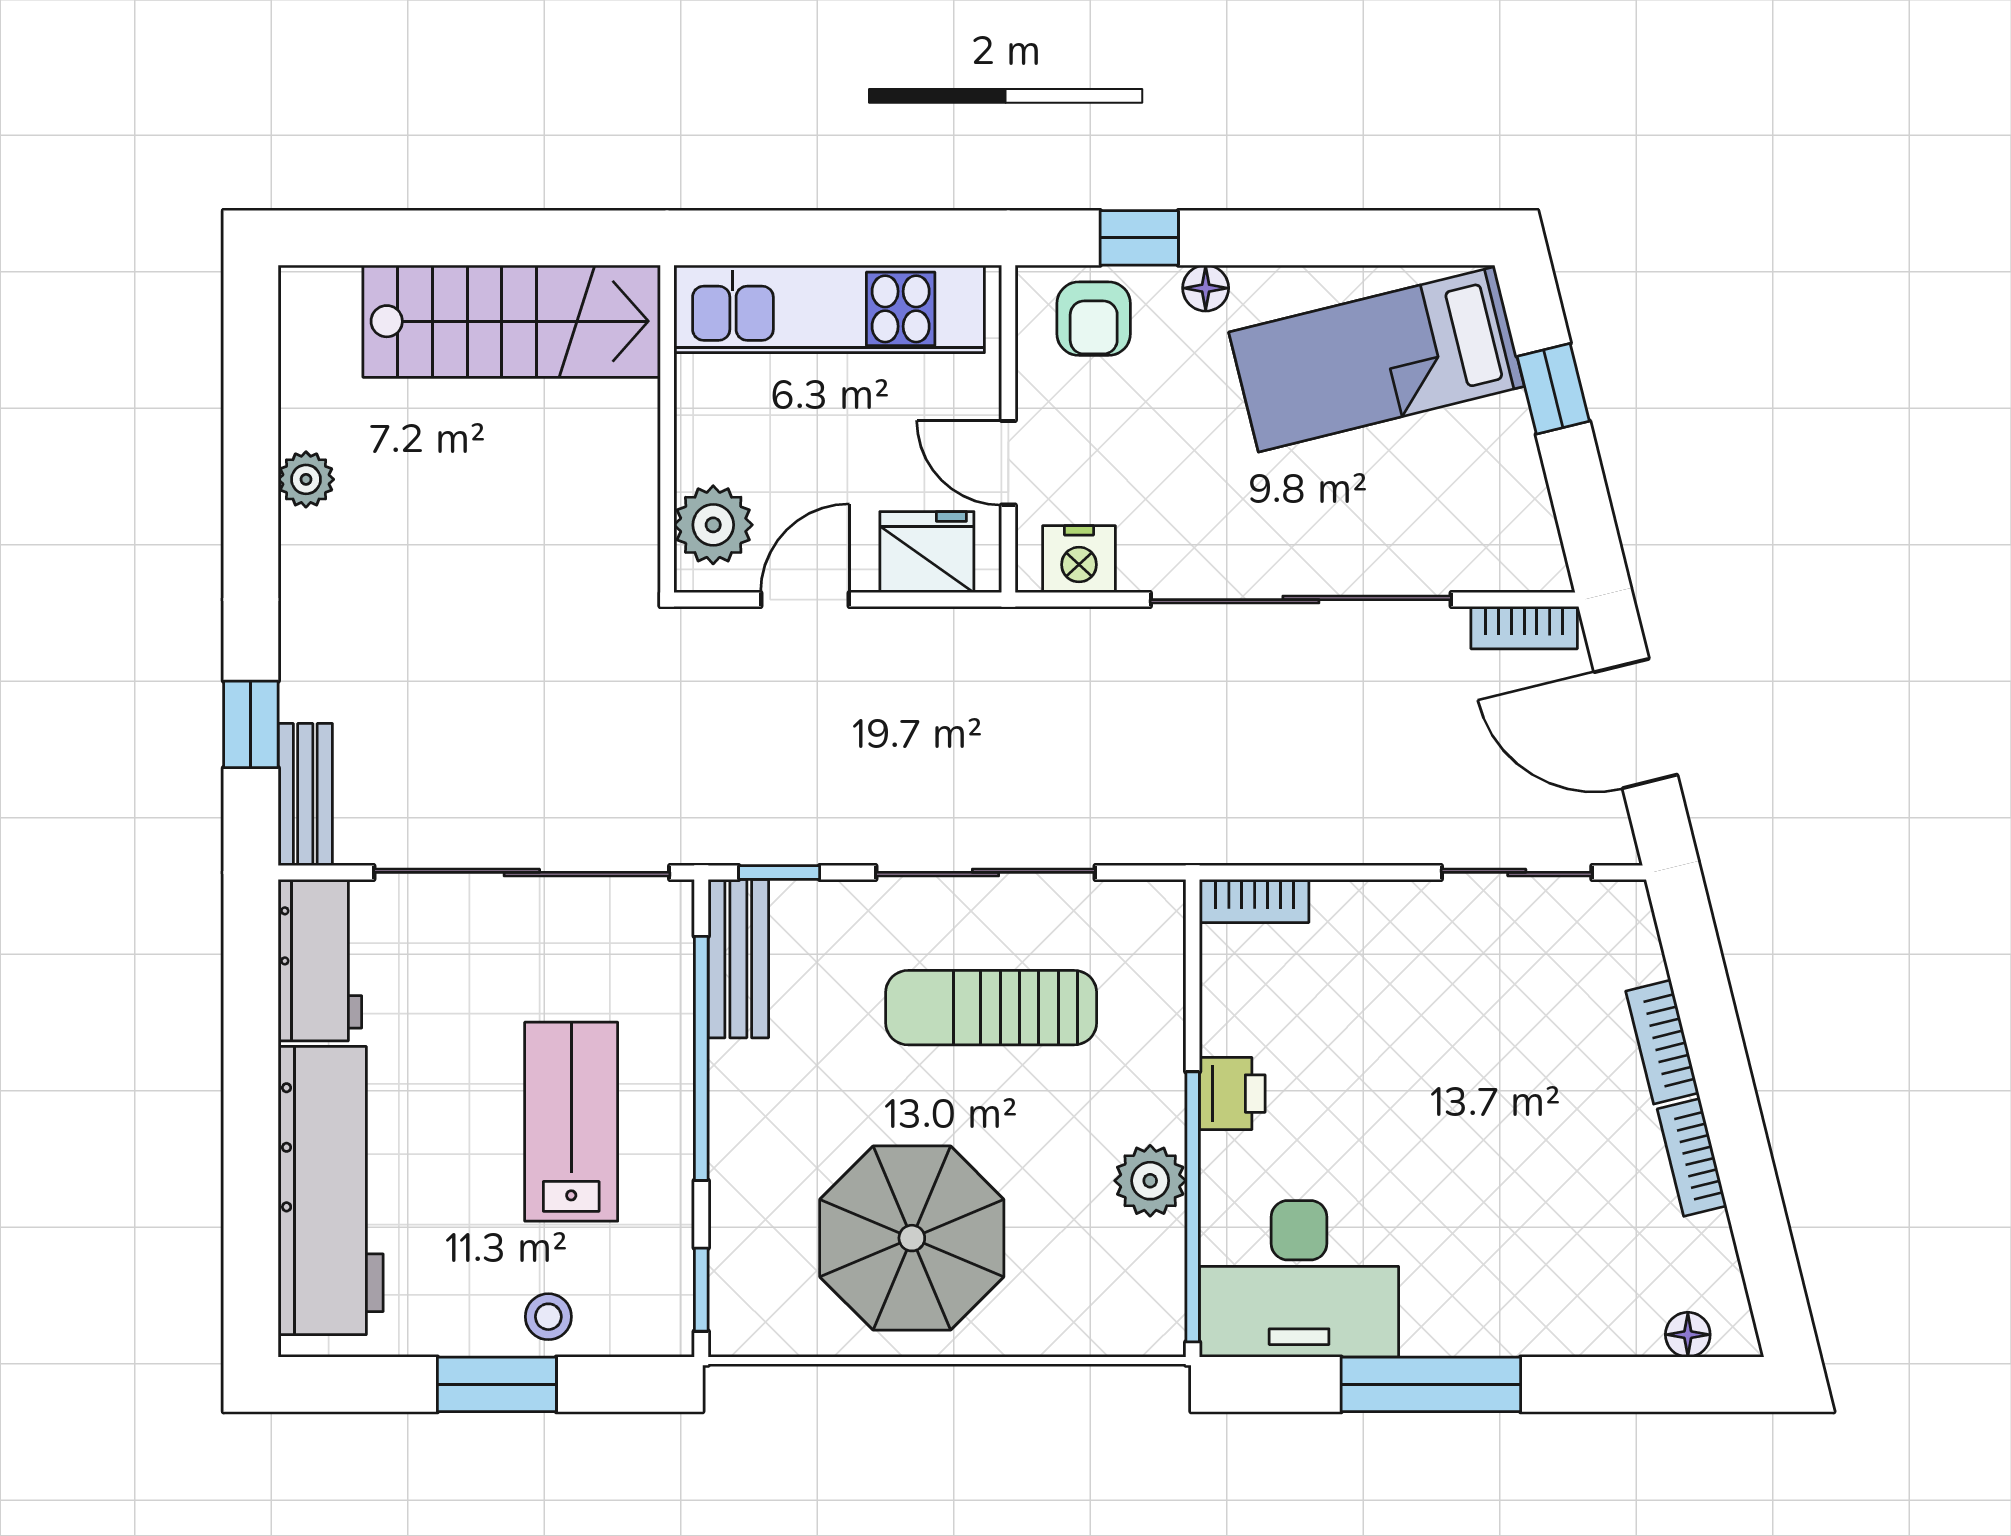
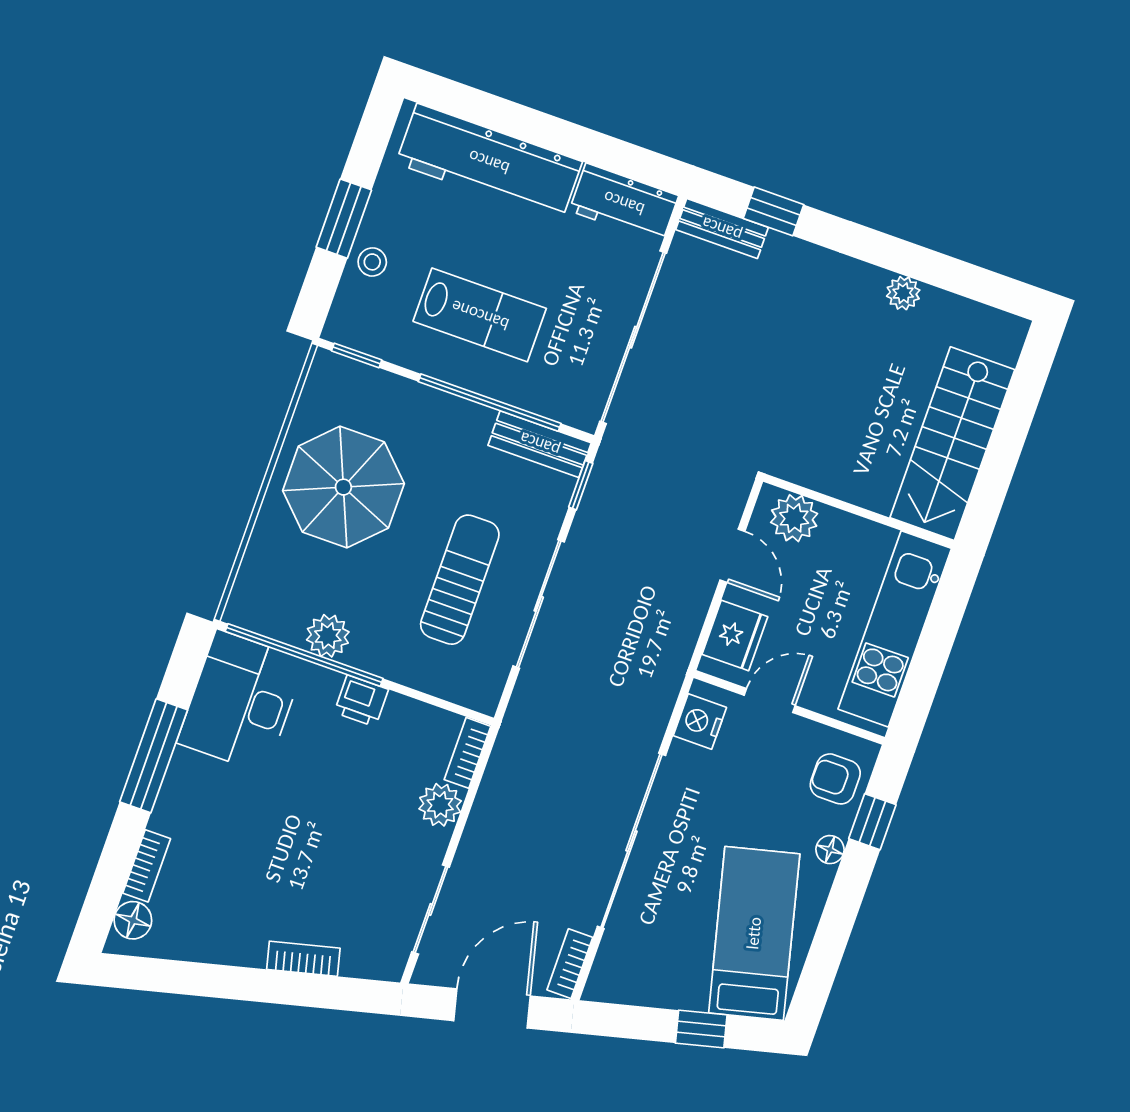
plant: (1350, 915) -> (440, 805), added
bookcase: (1692, 1157) -> (147, 866), moved, turned 104
floor lamp: (1688, 1335) -> (133, 920), width x1.37, depth x1.37

